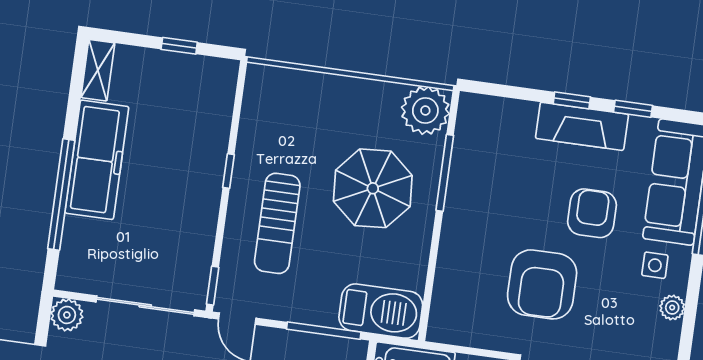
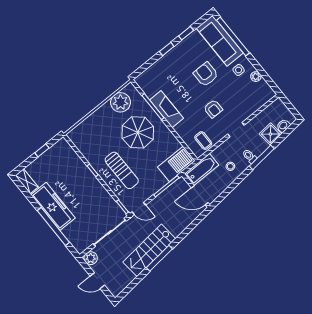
plant: (425, 111) -> (121, 102), moved
fireplace: (582, 126) -> (166, 109), moved, turned -90
armchair: (542, 284) -> (213, 109), width x0.53, depth x0.53
coffee table: (468, 320) -> (203, 140), added

